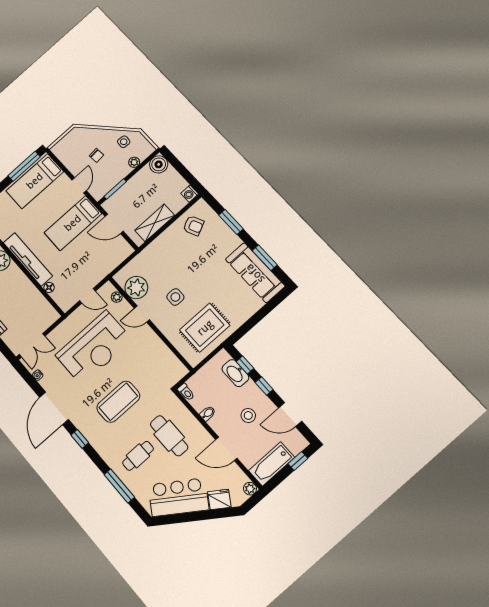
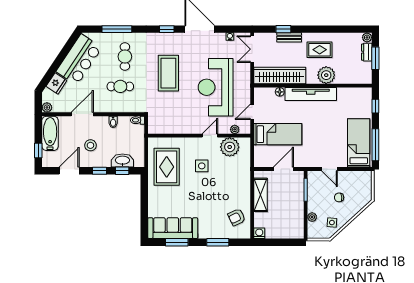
boiler: (159, 164) -> (296, 231), removed
bed: (73, 223) -> (278, 134), moved, turned 90
wardrobe: (35, 300) -> (280, 75), added
cafe table: (169, 436) -> (120, 86), width x0.73, depth x0.74

